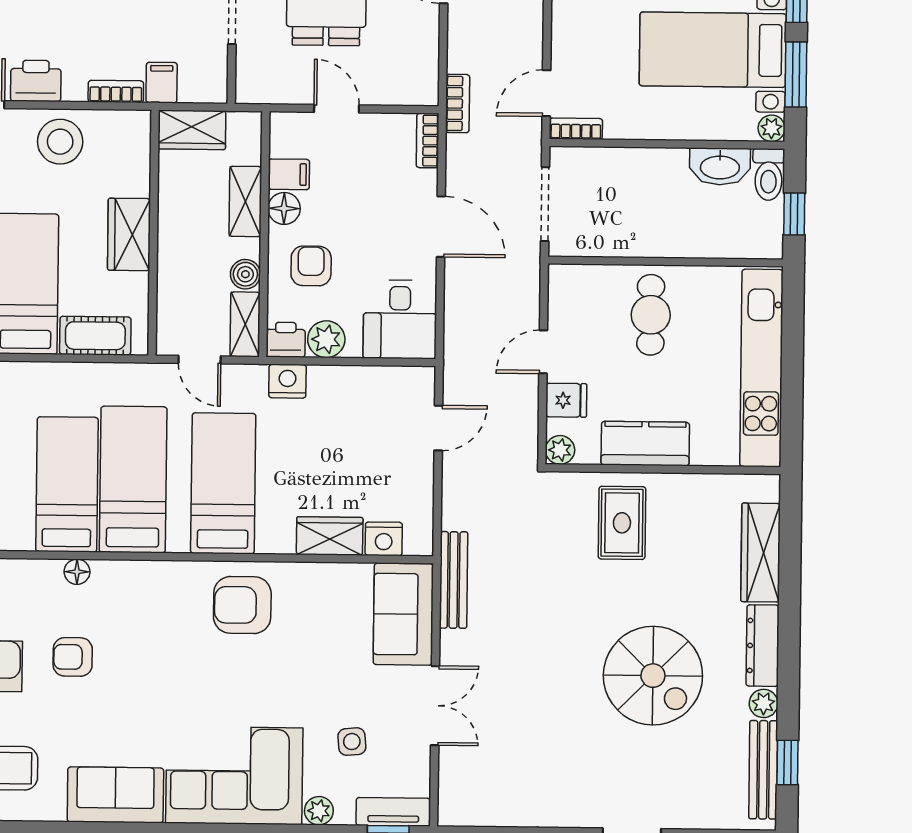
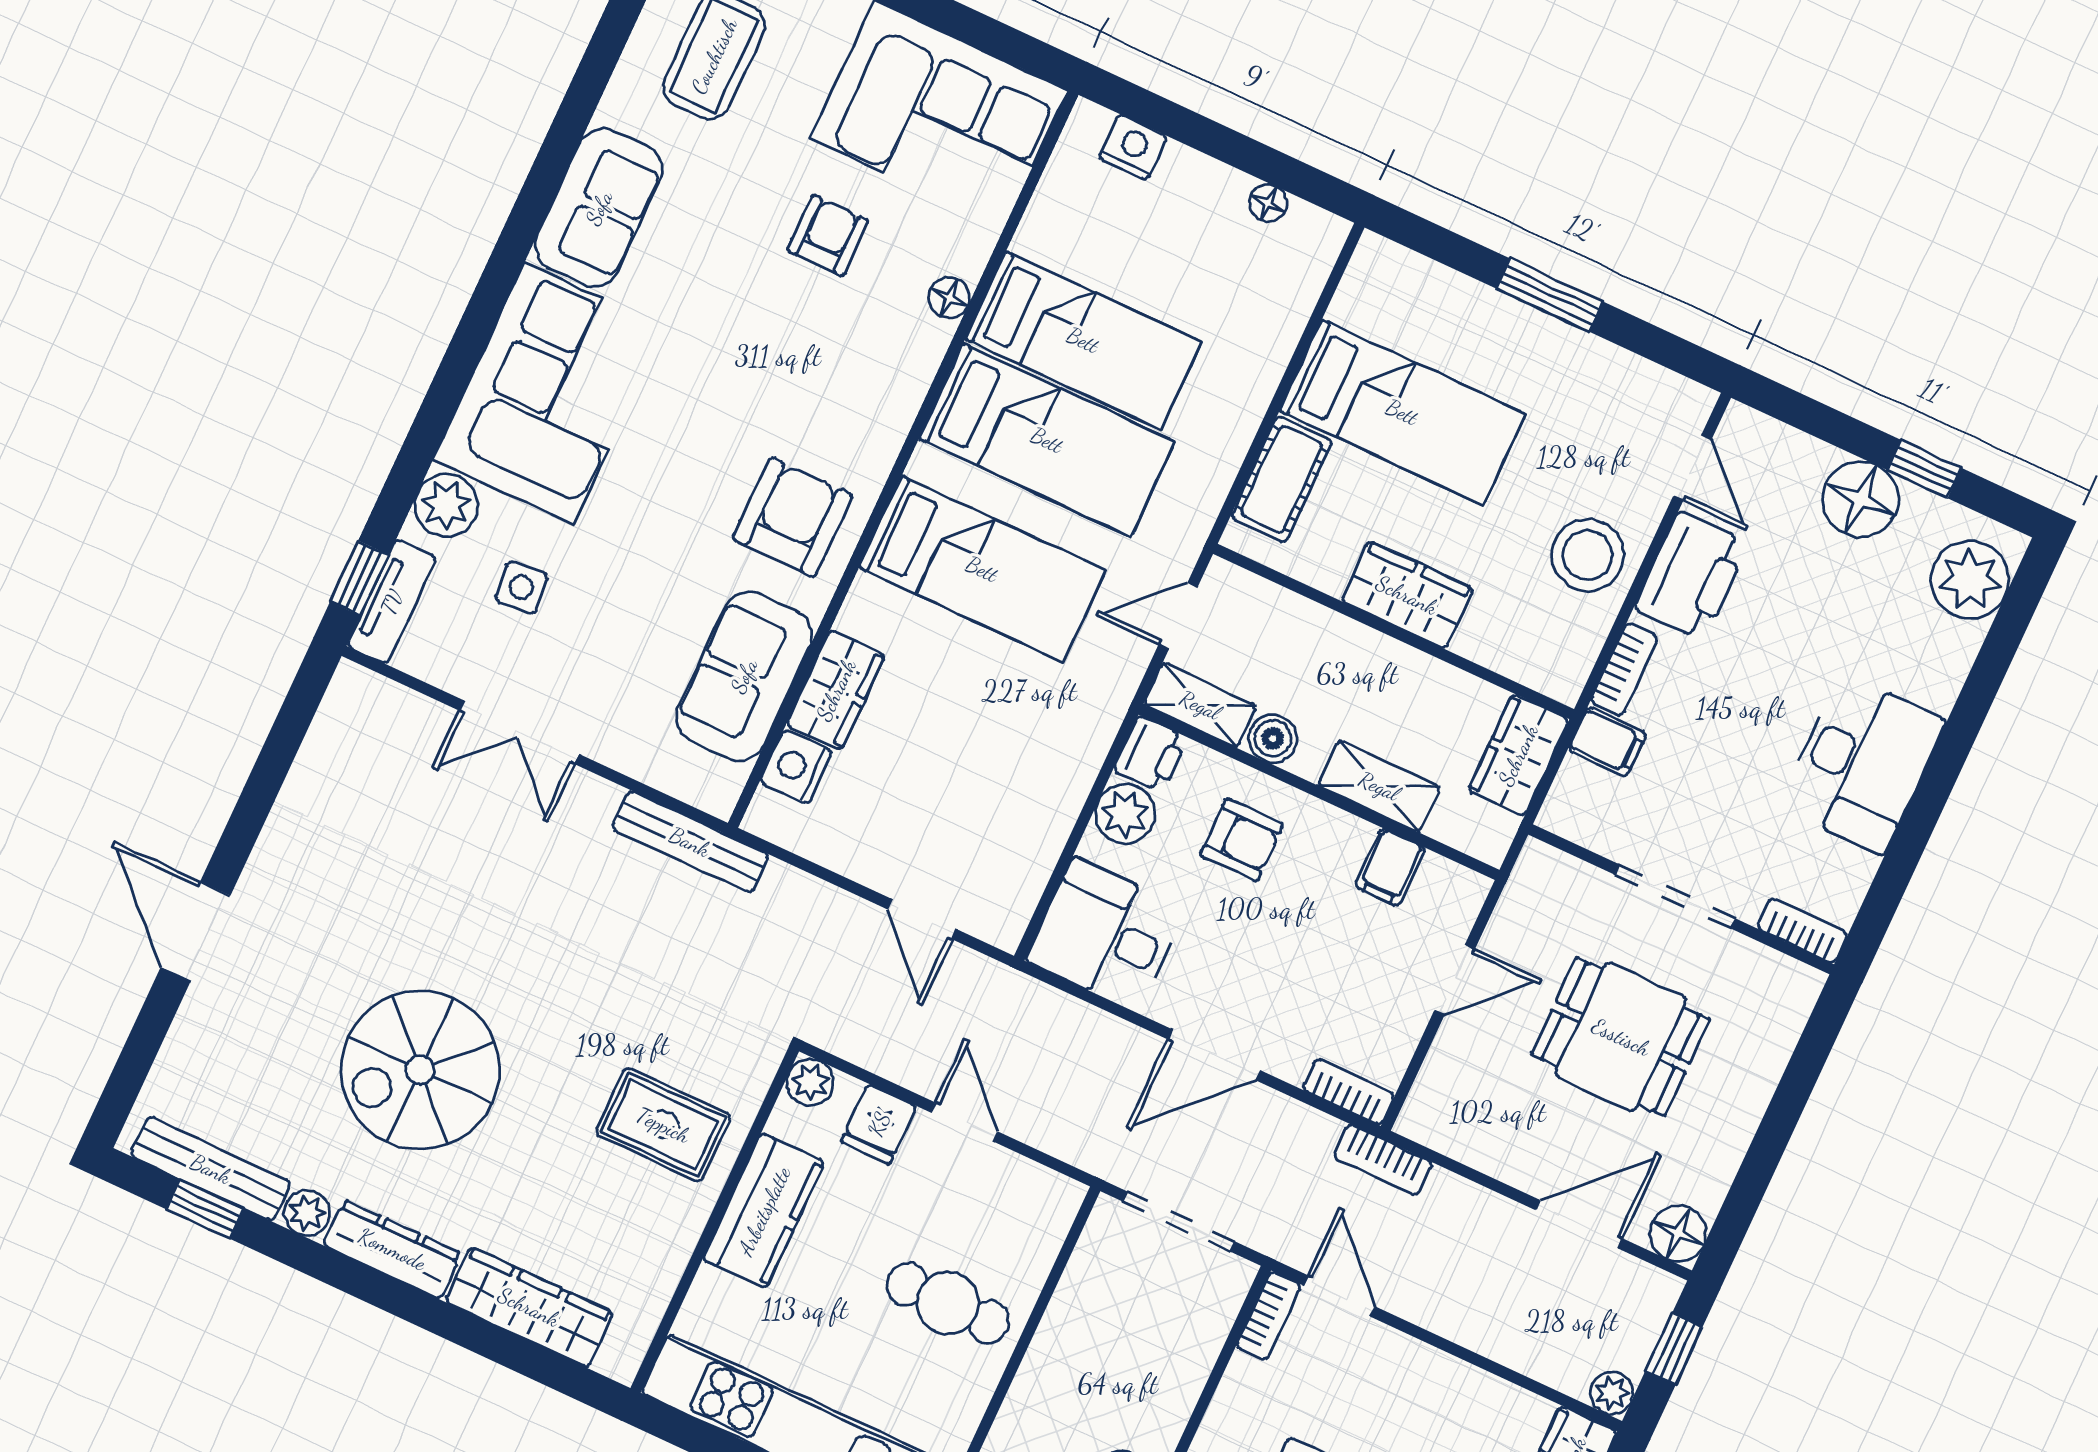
printer: (36, 81) -> (1692, 576), width x1.37, depth x1.19
floor lamp: (284, 208) -> (1343, 838), removed
nightstand: (287, 381) -> (1089, 730), removed
sofa: (403, 614) -> (744, 676), moved, turned -90
plant: (319, 811) -> (446, 505), width x1.38, depth x1.38

